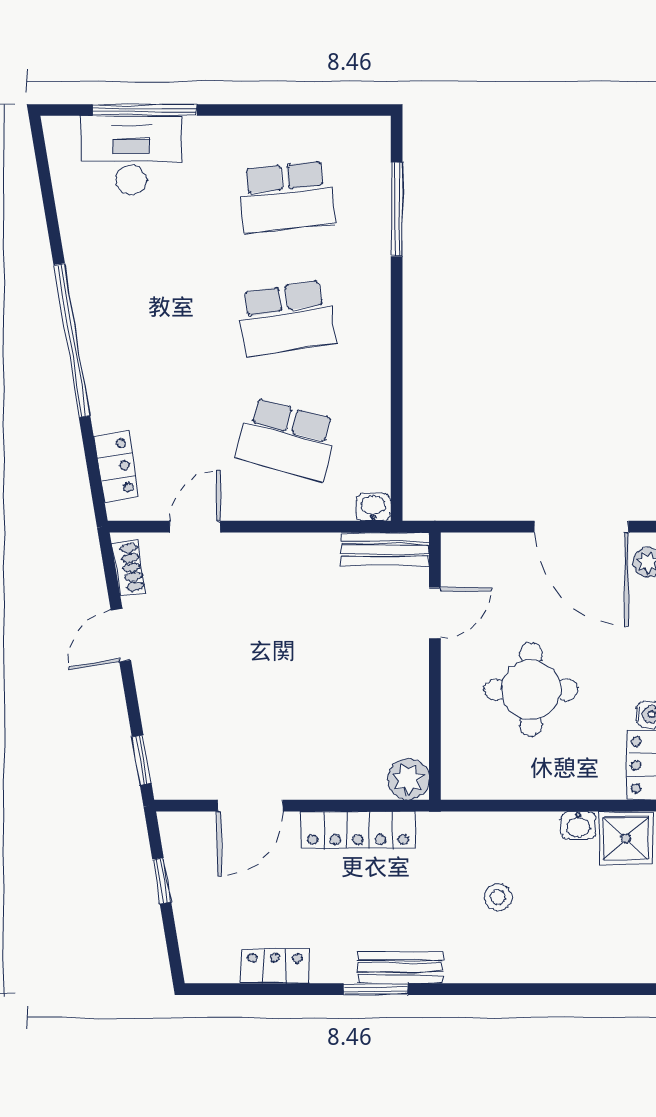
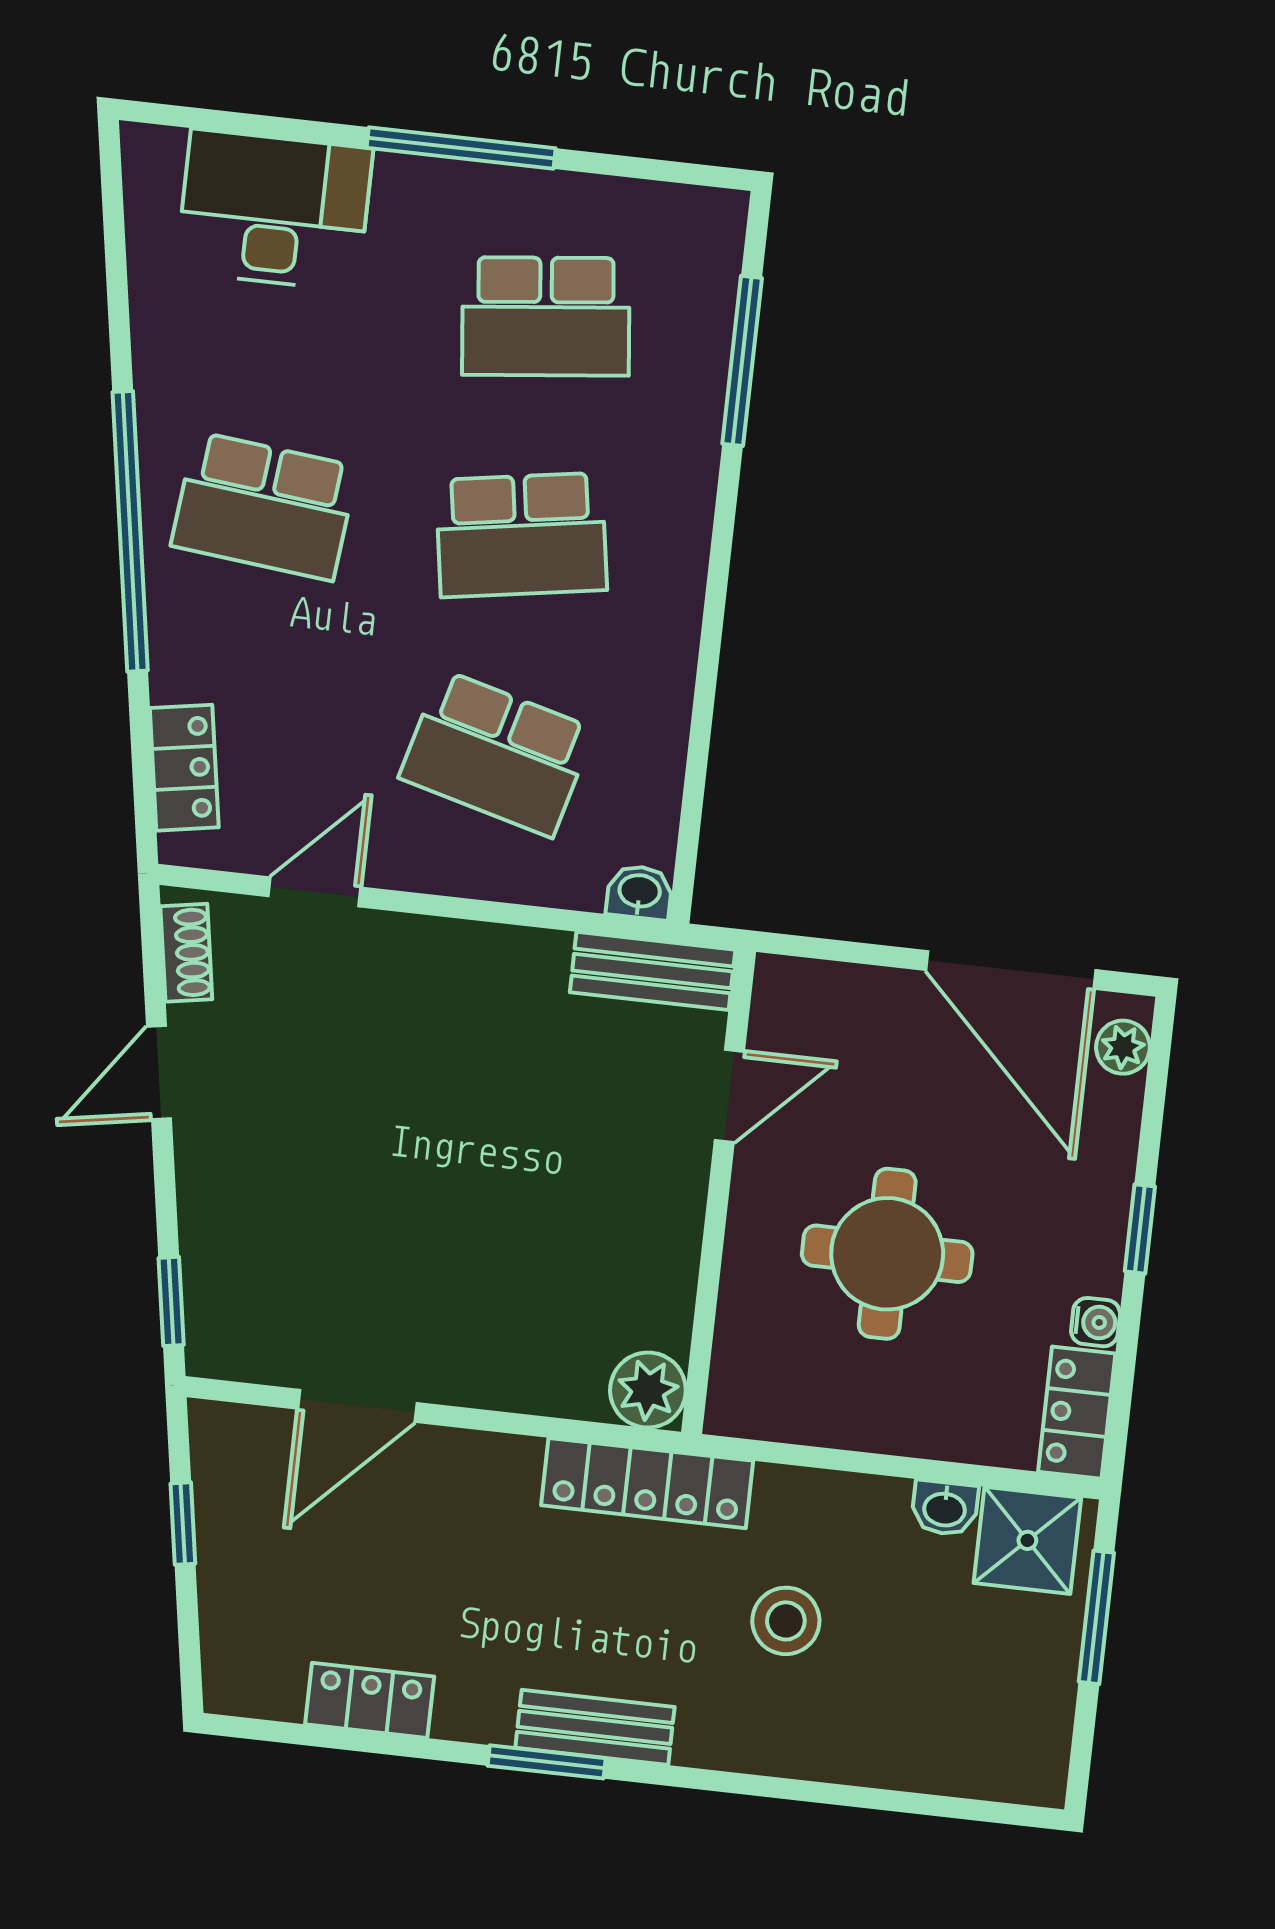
window: (145, 110) -> (461, 148), moved
school desk: (144, 318) -> (264, 506), added
locker: (358, 830) -> (647, 1483), moved
stool: (498, 897) -> (786, 1621), width x1.37, depth x1.37

